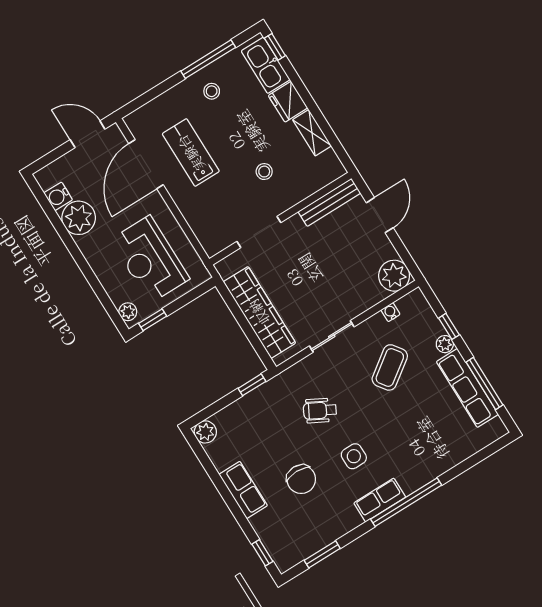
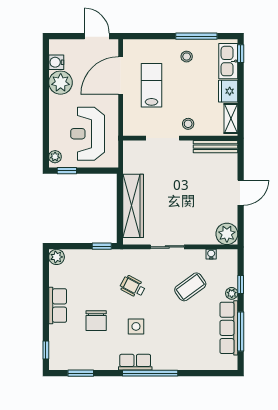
bench: (329, 202) -> (216, 147), moved
wall: (280, 219) -> (180, 138), moved
doorway: (259, 232) -> (163, 138), moved

